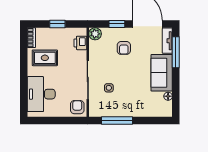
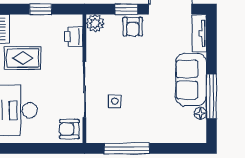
armchair: (124, 48) -> (133, 27), moved
window: (176, 52) -> (212, 97), moved
armchair: (77, 107) -> (69, 129), turned -90

